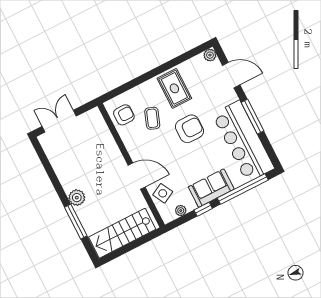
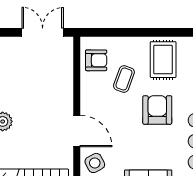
double door: (59, 121) -> (43, 32), moved
armchair: (190, 129) -> (157, 110), turned -90

